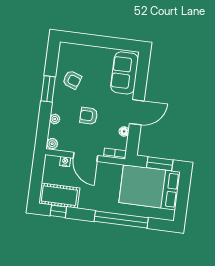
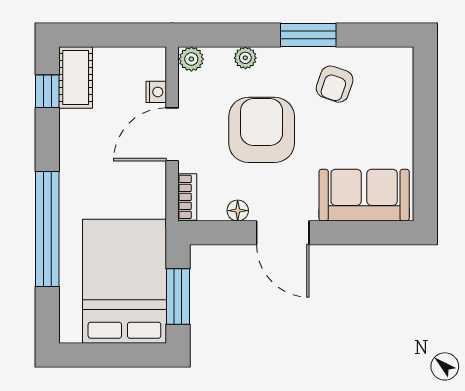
armchair: (89, 116) -> (262, 130), width x1.88, depth x1.88
cot: (59, 196) -> (76, 78), width x0.73, depth x0.75

